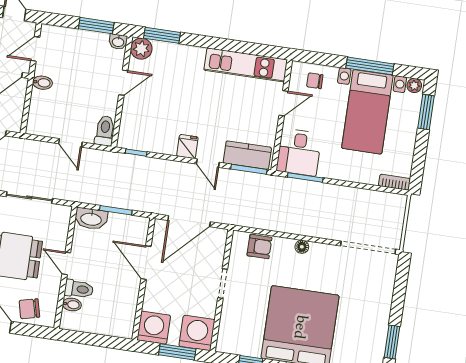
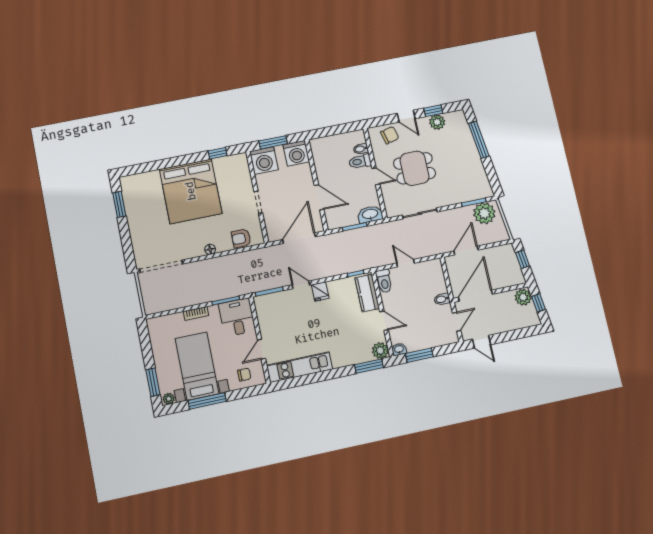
door: (123, 83) -> (384, 321), swing flipped
kitchen counter: (247, 155) -> (367, 293), moved, turned 90
bookcase: (394, 182) -> (196, 313), moved

